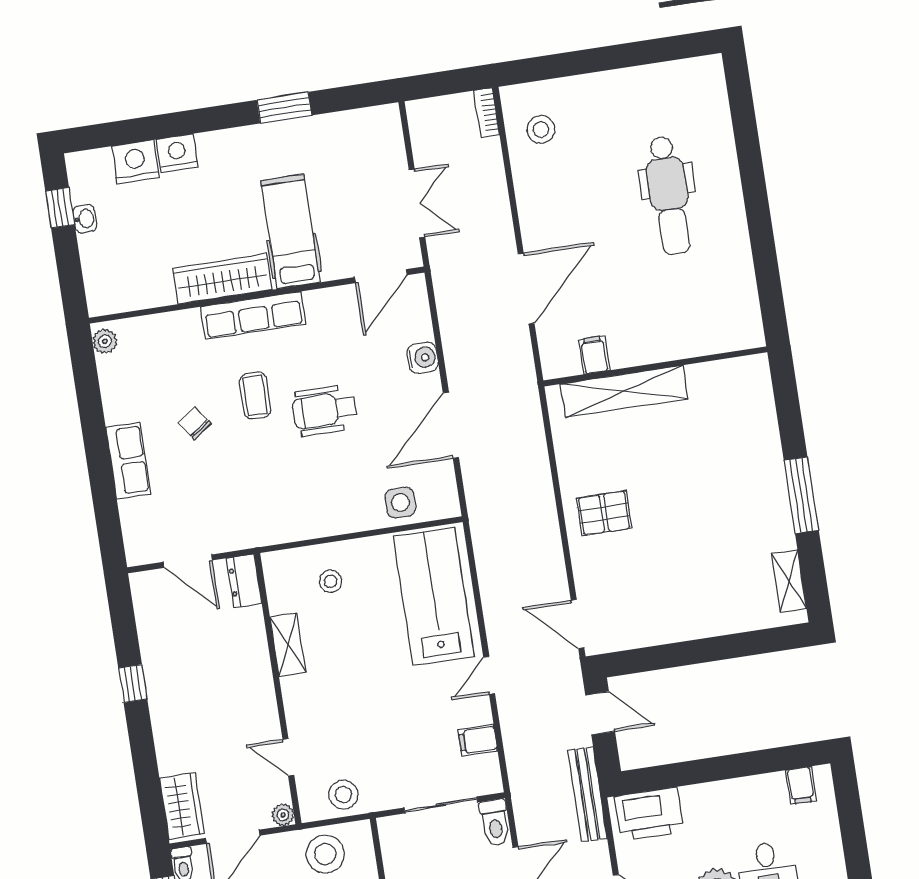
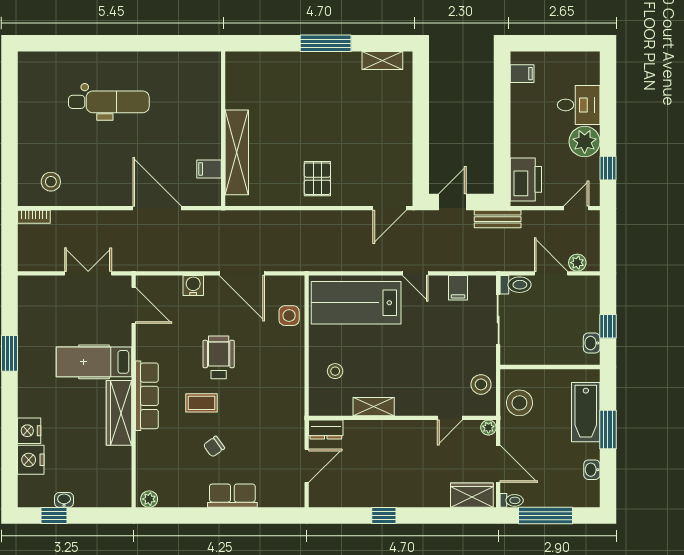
wheelchair: (324, 410) -> (219, 357), turned 180
bench: (587, 794) -> (498, 219), width x0.73

